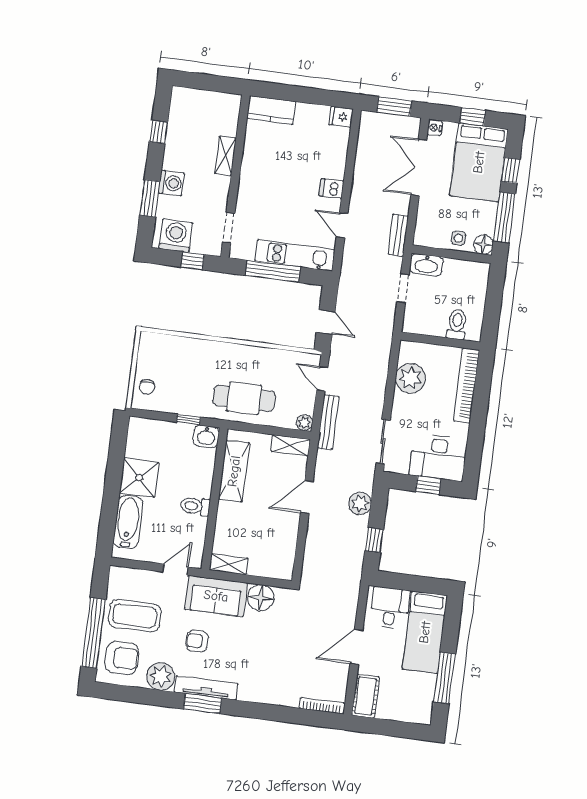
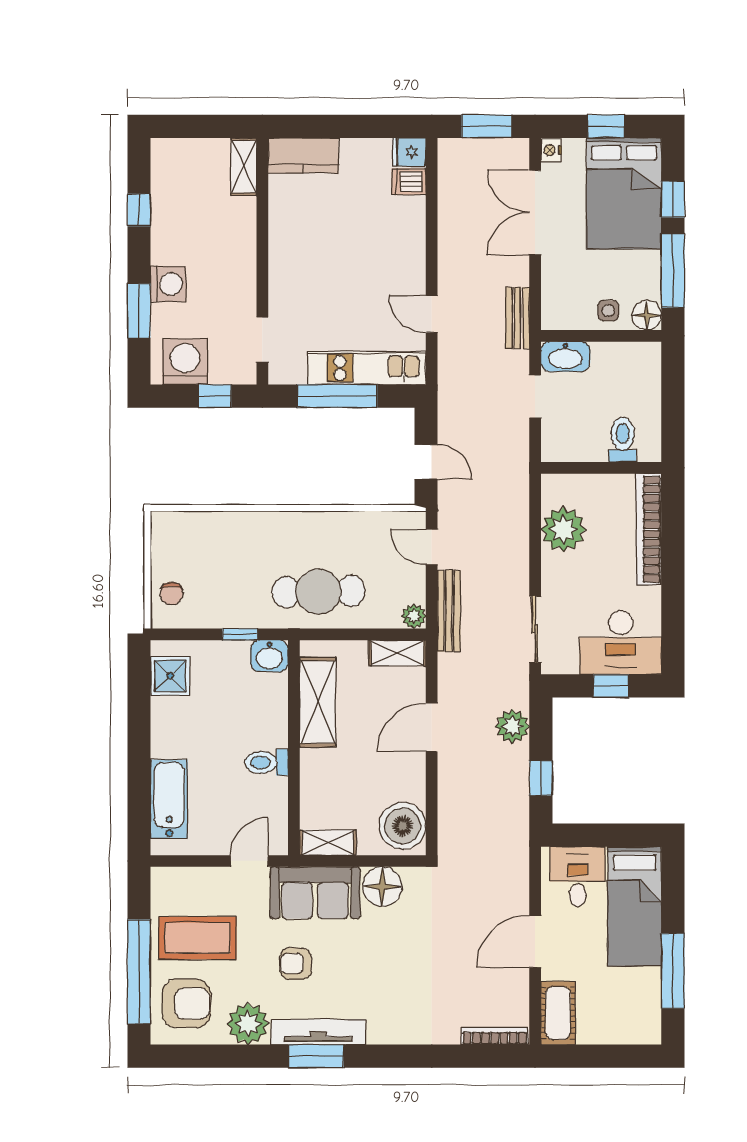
shelving: (225, 156) -> (244, 167), moved
dishwasher: (332, 189) -> (409, 182), moved
shower: (139, 478) -> (170, 676), moved, width x0.73, depth x0.73
boiler: (279, 560) -> (403, 826), added

